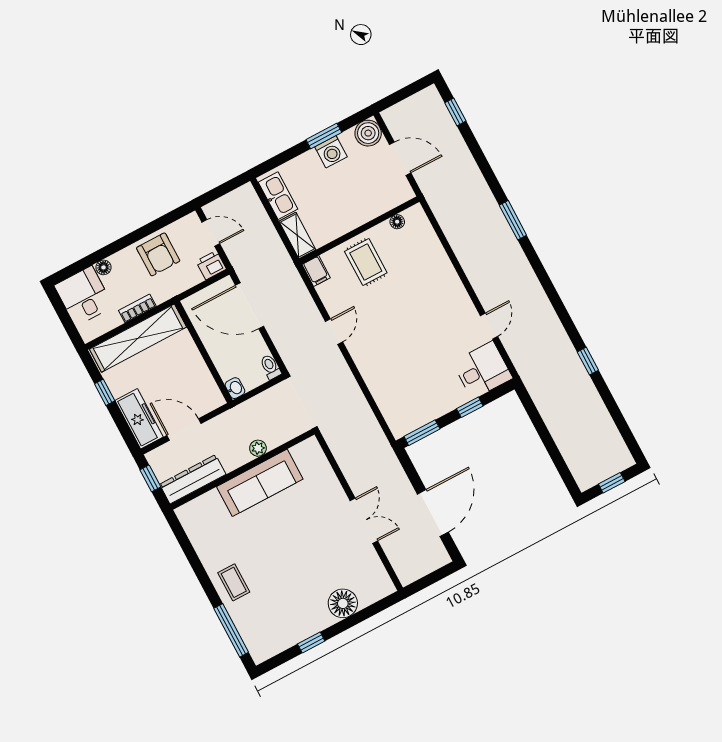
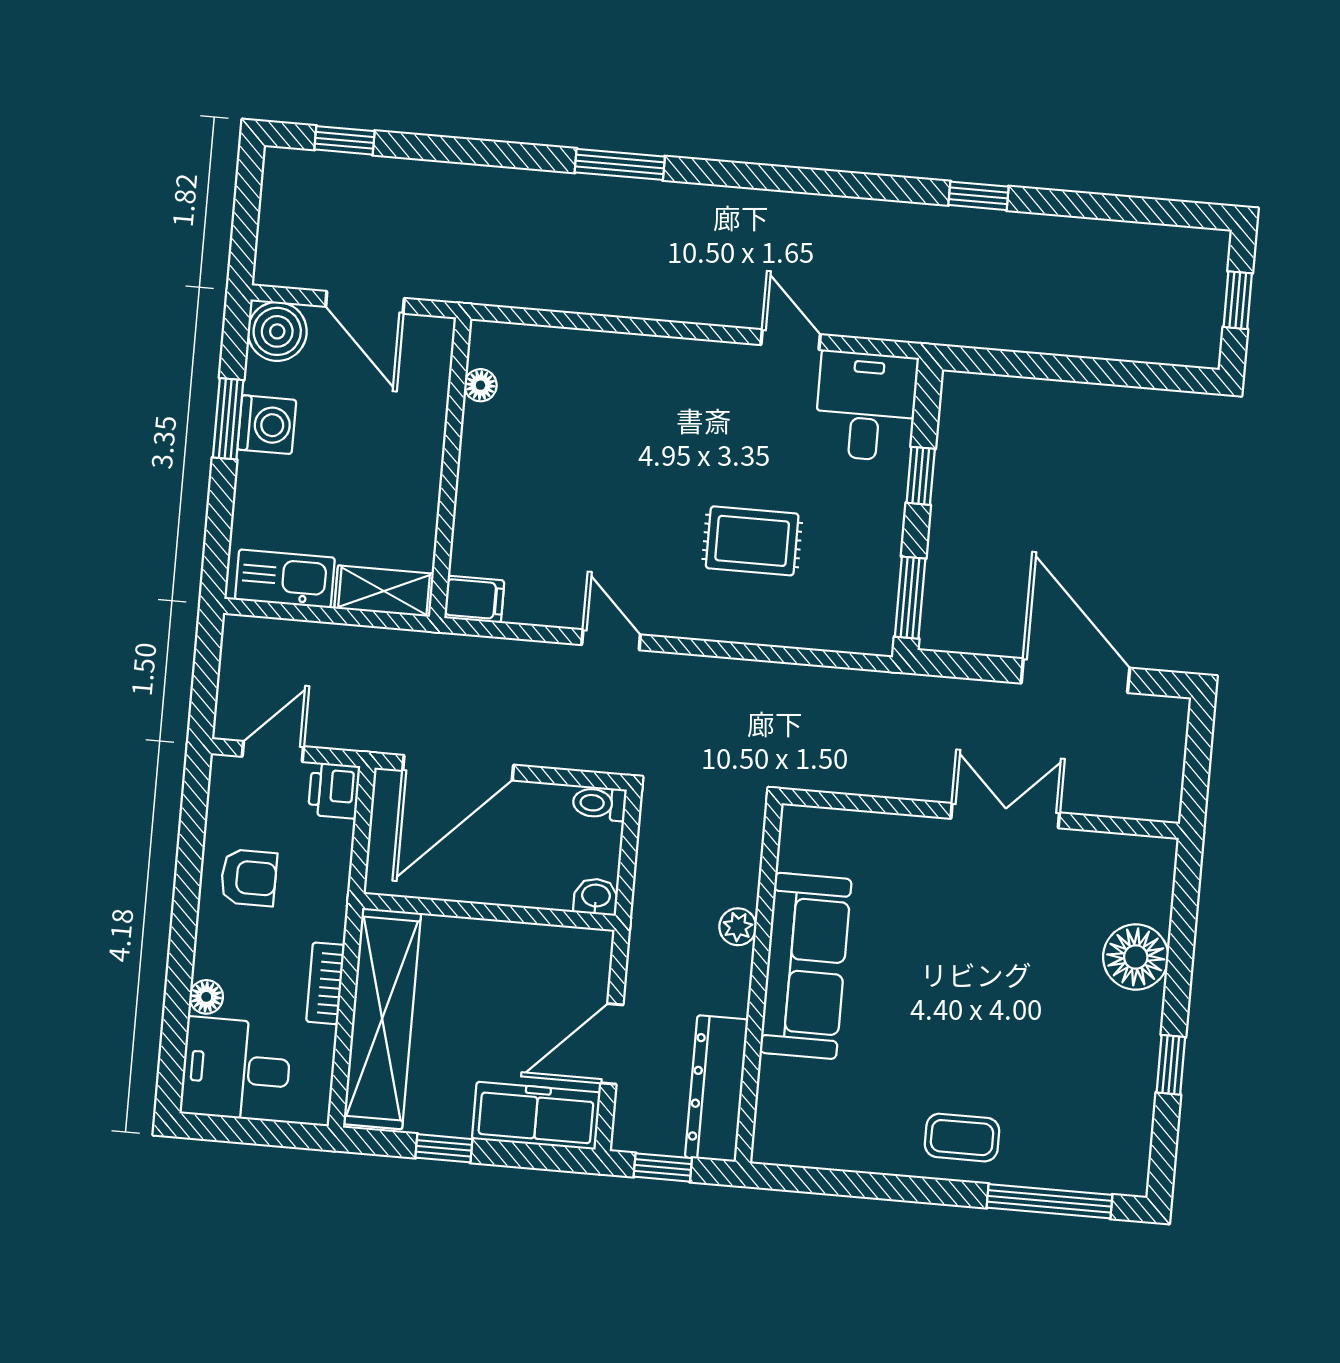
door: (400, 159) -> (365, 302), swing flipped
armchair: (158, 254) -> (249, 878), width x0.72, depth x0.72
rug: (366, 262) -> (752, 541), moved

